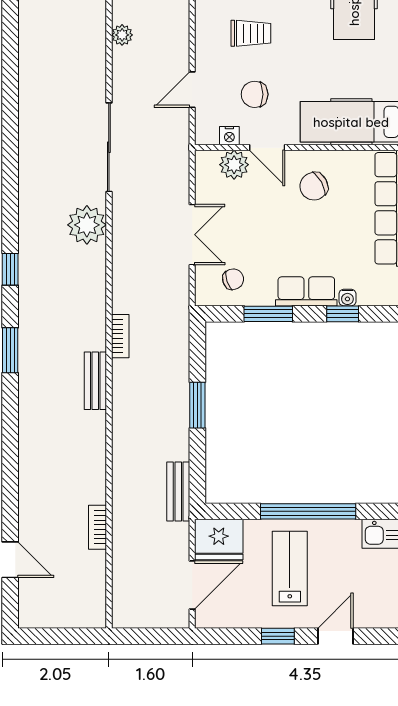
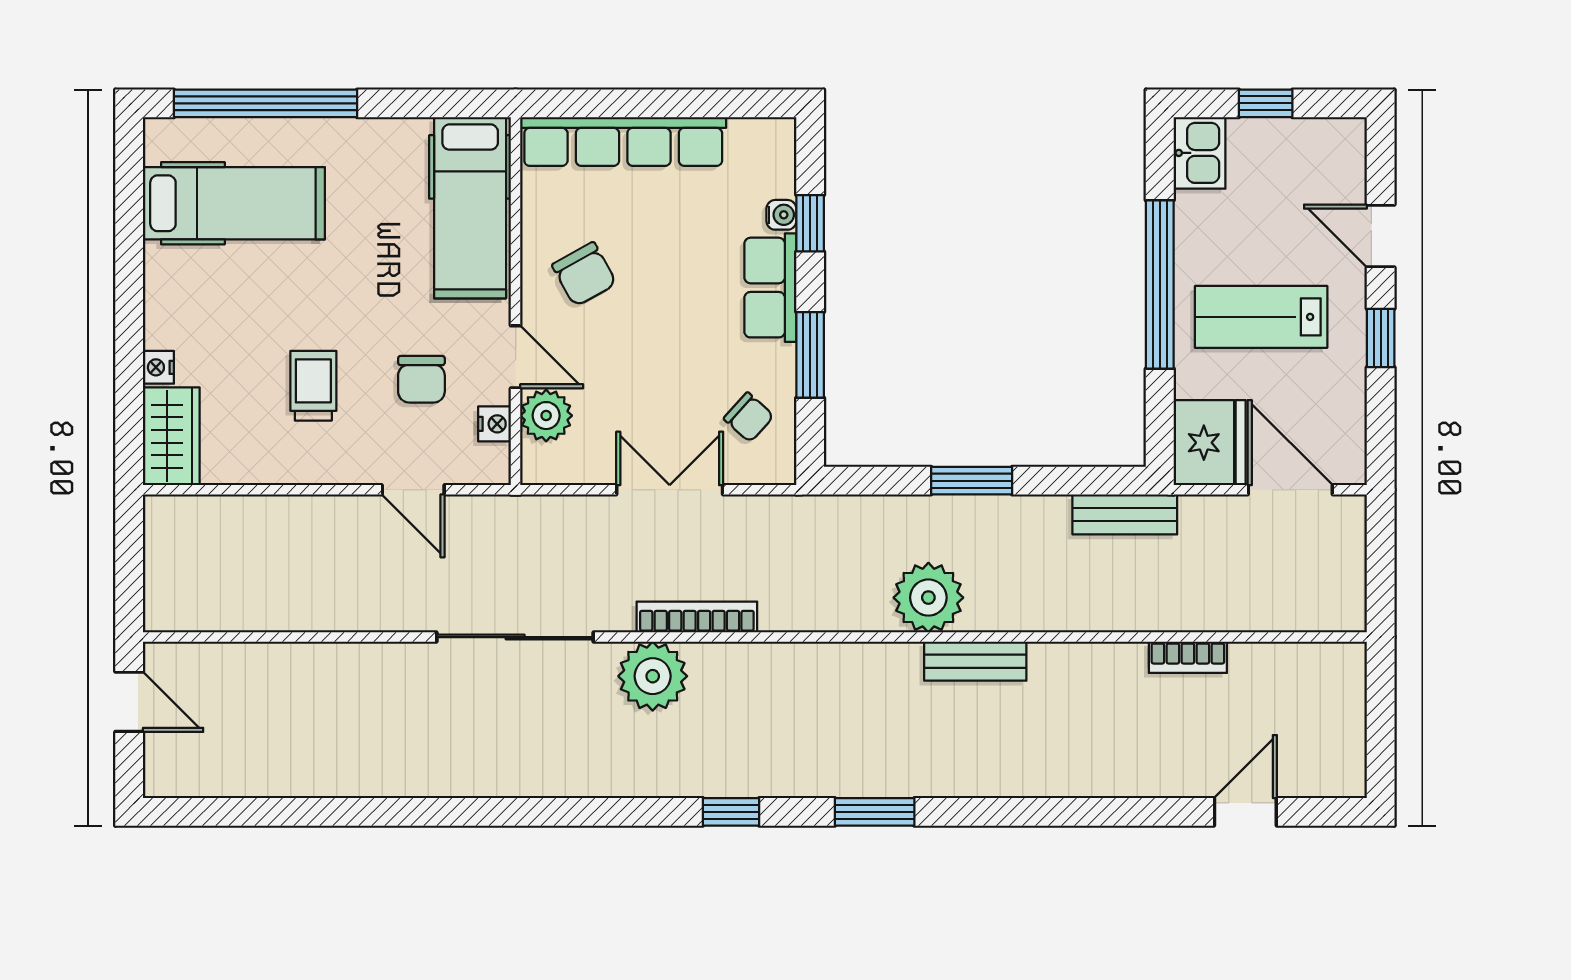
plant: (122, 35) -> (928, 598), moved, width x1.87, depth x1.87
door: (267, 148) -> (516, 357), hinge flipped
chair: (233, 279) -> (749, 417), turned 151
bookcase: (120, 336) -> (697, 617), moved, width x1.56
bench: (95, 381) -> (975, 661), moved

